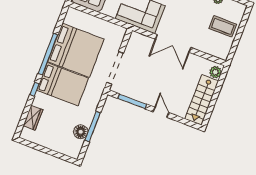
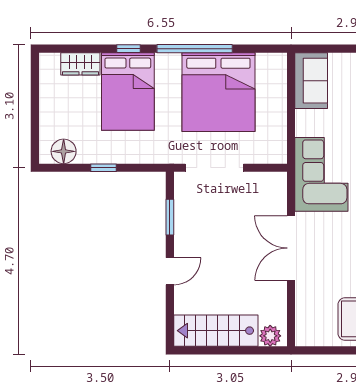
bed: (62, 84) -> (128, 91), moved
window: (132, 101) -> (170, 217), width x0.69
window: (93, 127) -> (104, 168), width x0.46
floor lamp: (81, 132) -> (64, 151), moved

